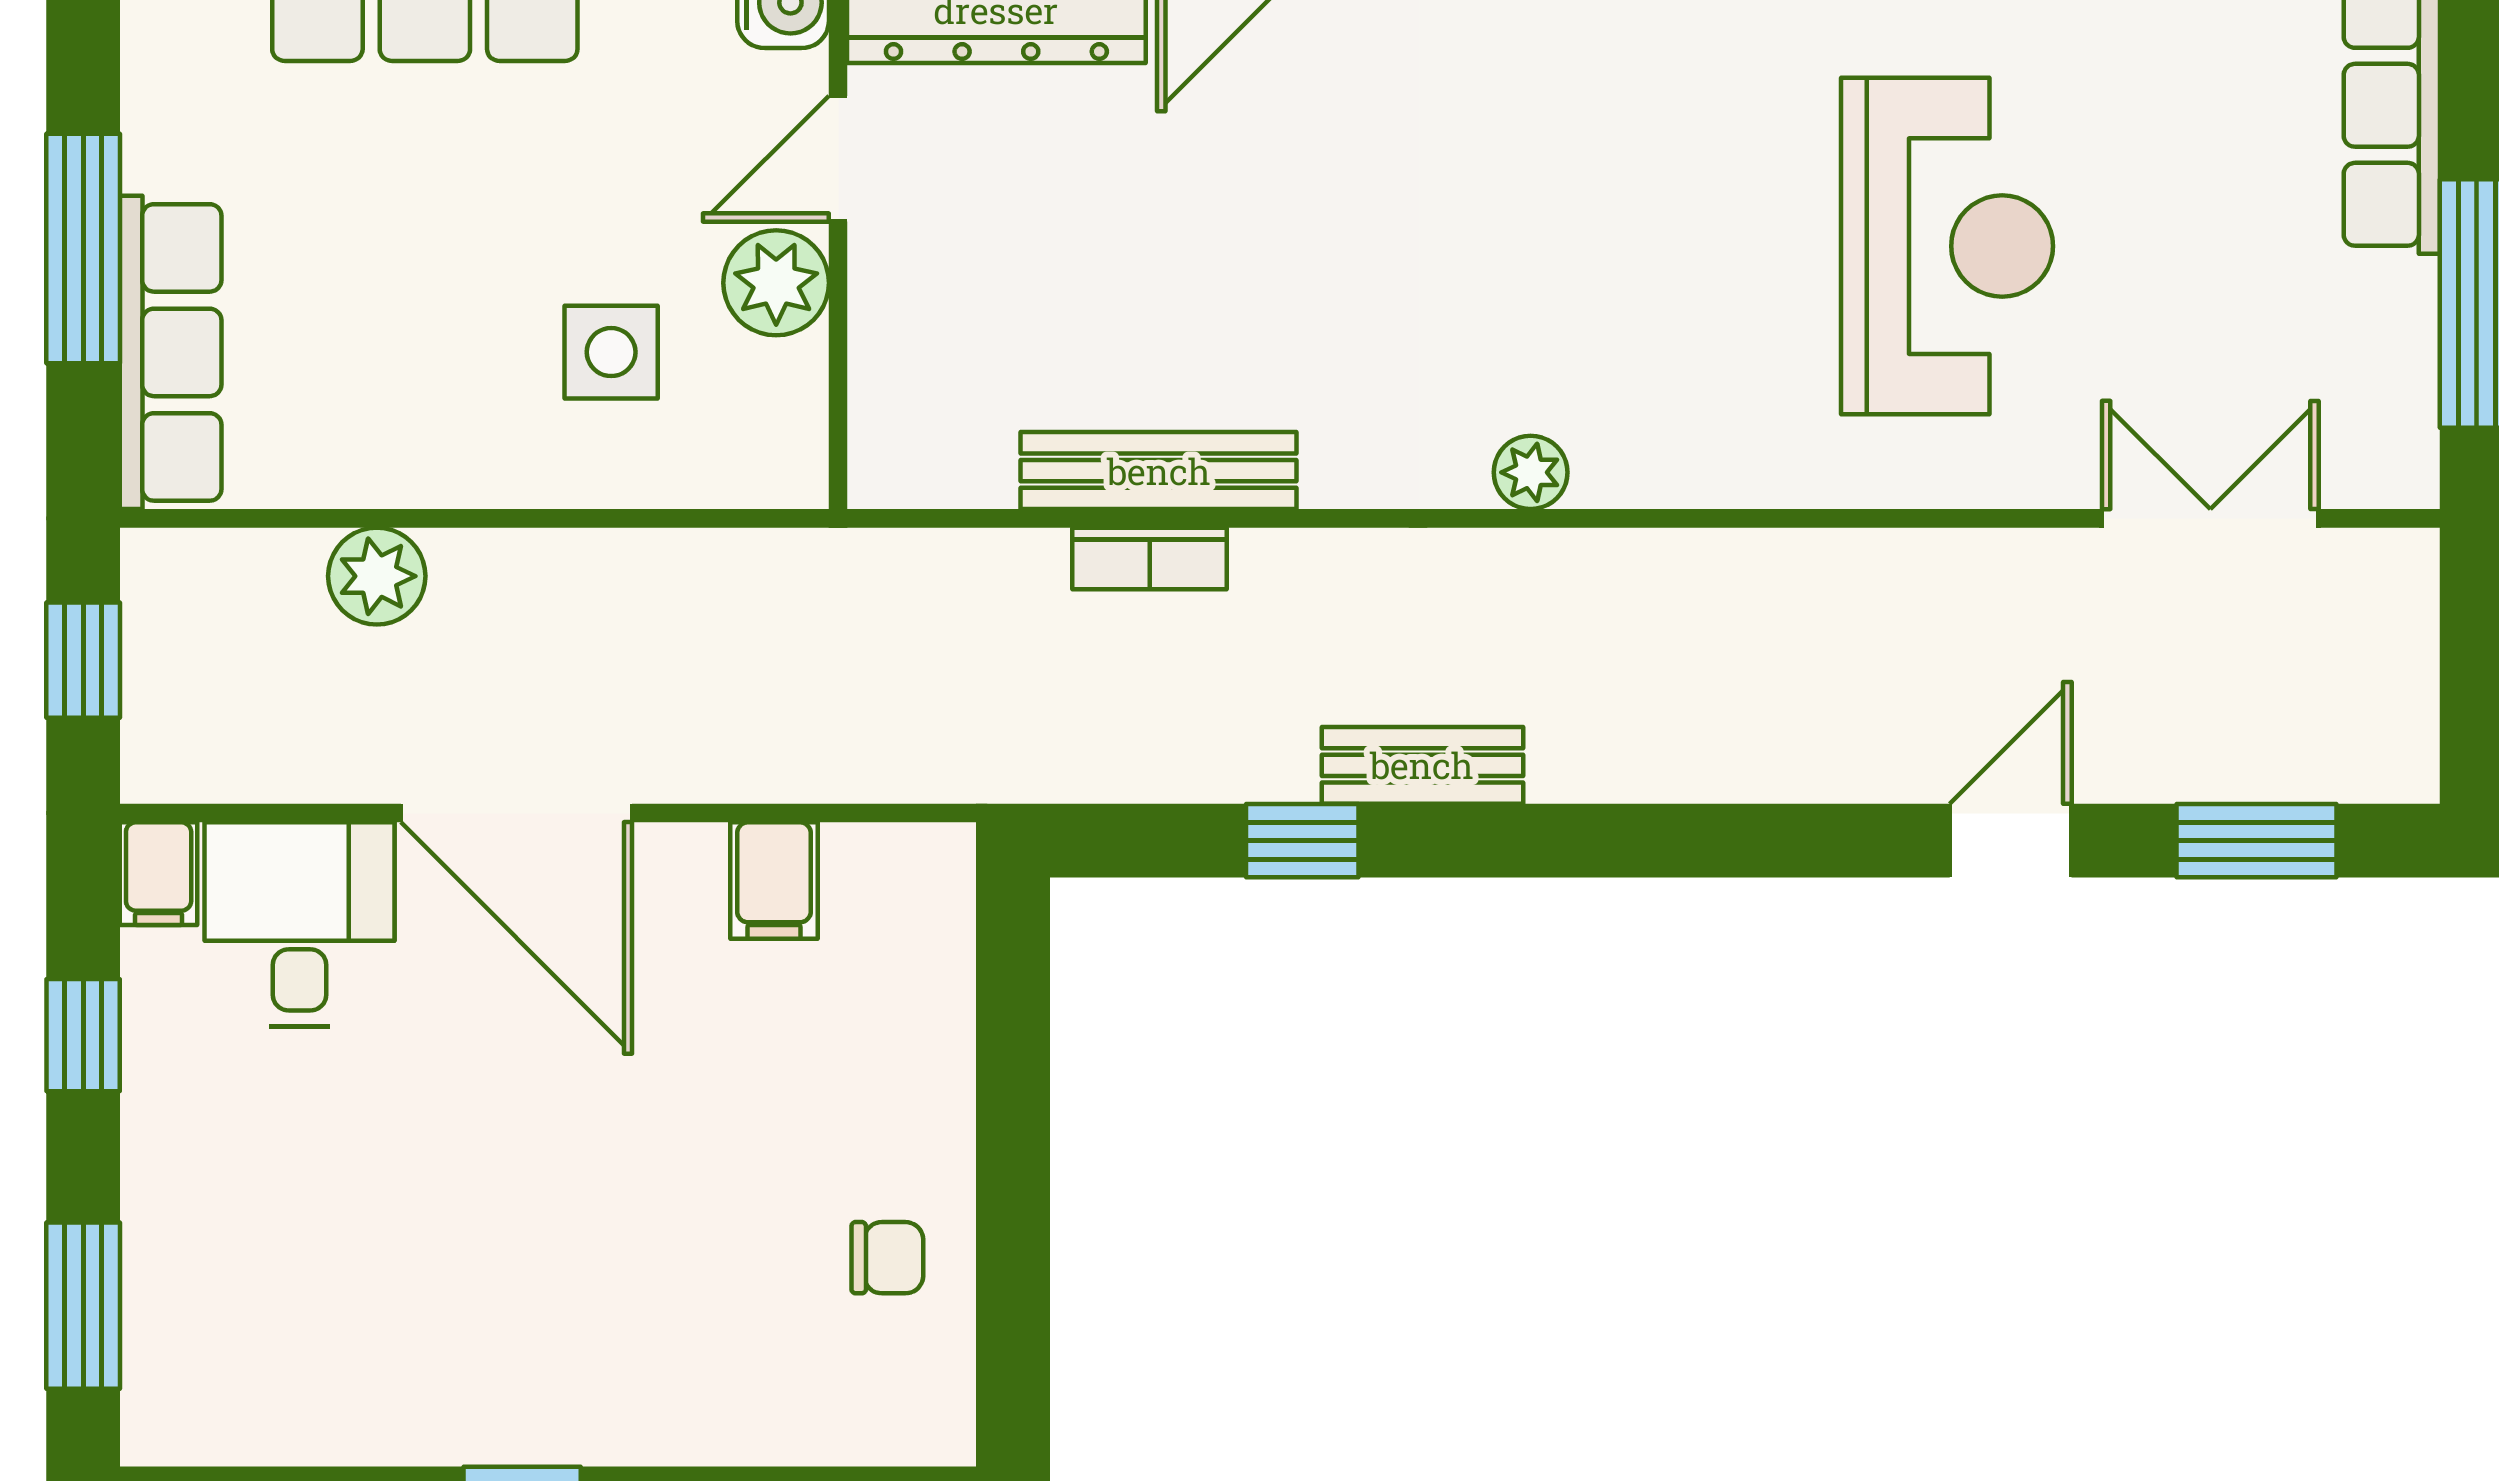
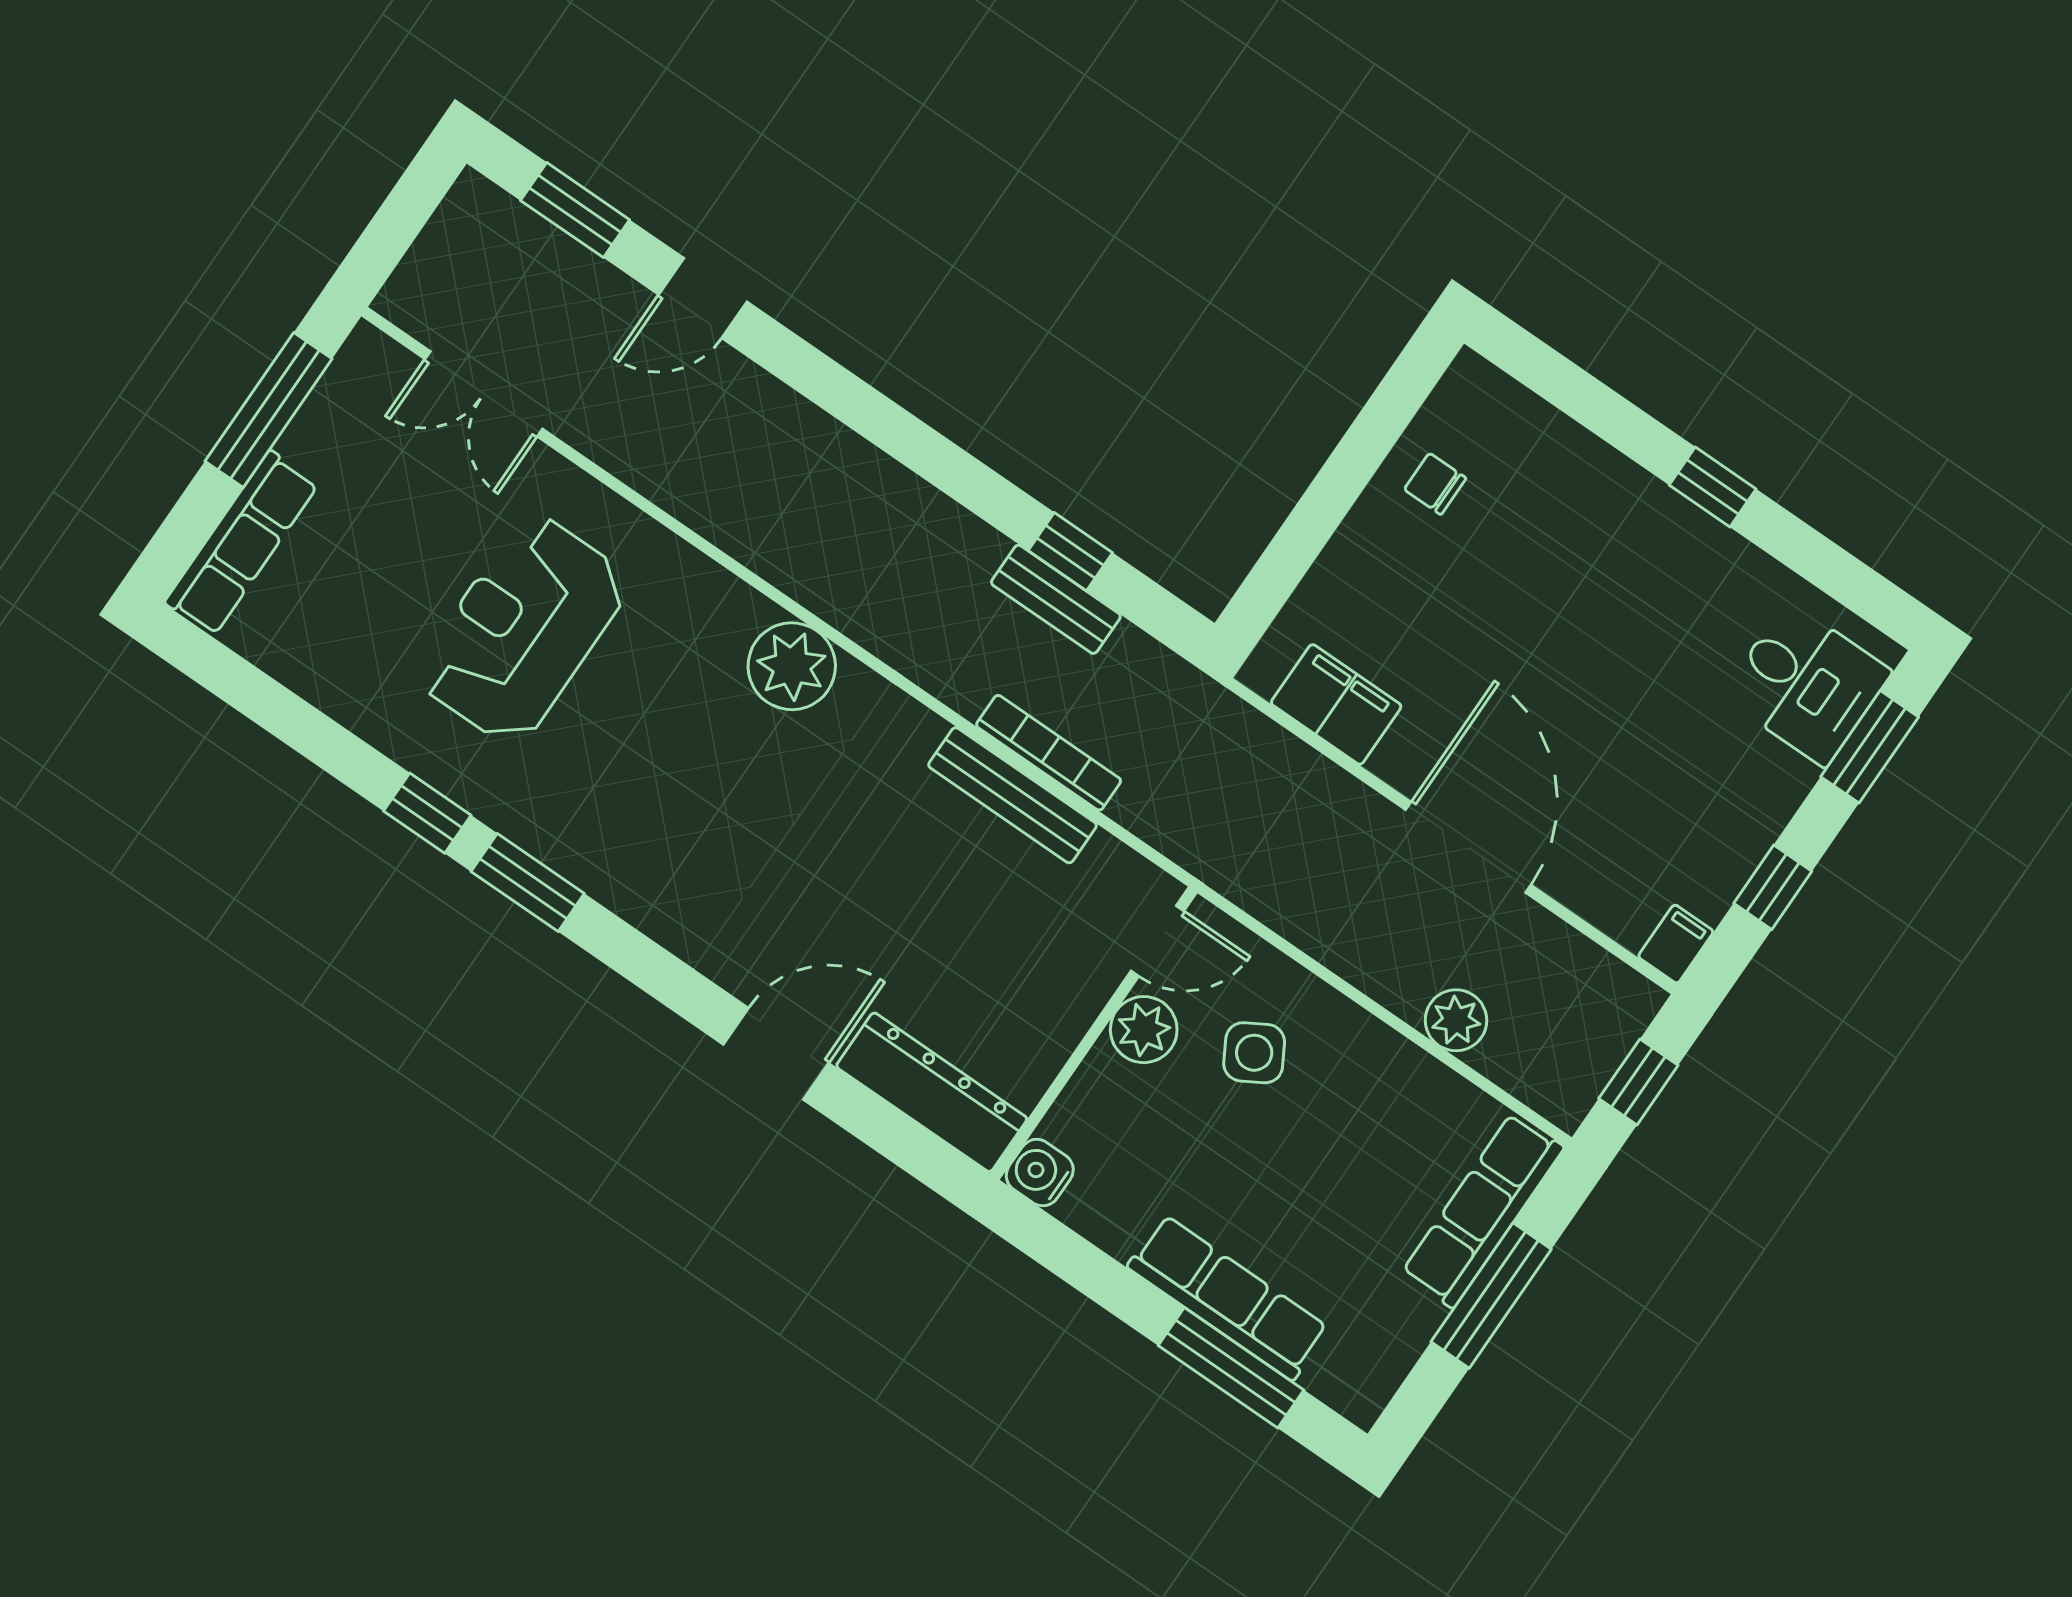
door: (838, 159) -> (1157, 941), moved
side table: (611, 352) -> (1254, 1053), turned -30
plant: (1531, 472) -> (792, 666), width x1.87, depth x1.87
bookcase: (1150, 558) -> (1049, 753), width x1.56
bench: (1422, 765) -> (1056, 599), moved
filing cabinet: (774, 881) -> (1336, 704), width x2.00
desk: (299, 925) -> (1806, 684), moved, turned -90

